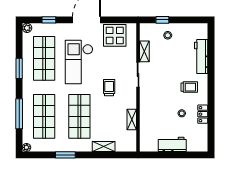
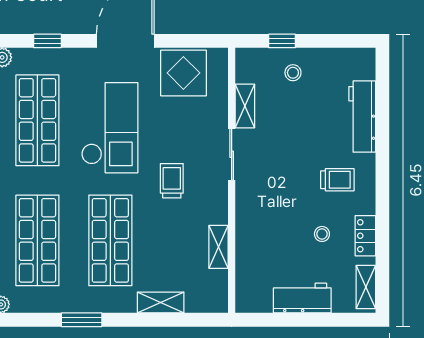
checkout: (79, 62) -> (110, 128), turned 180
shelving: (203, 139) -> (366, 287), added

